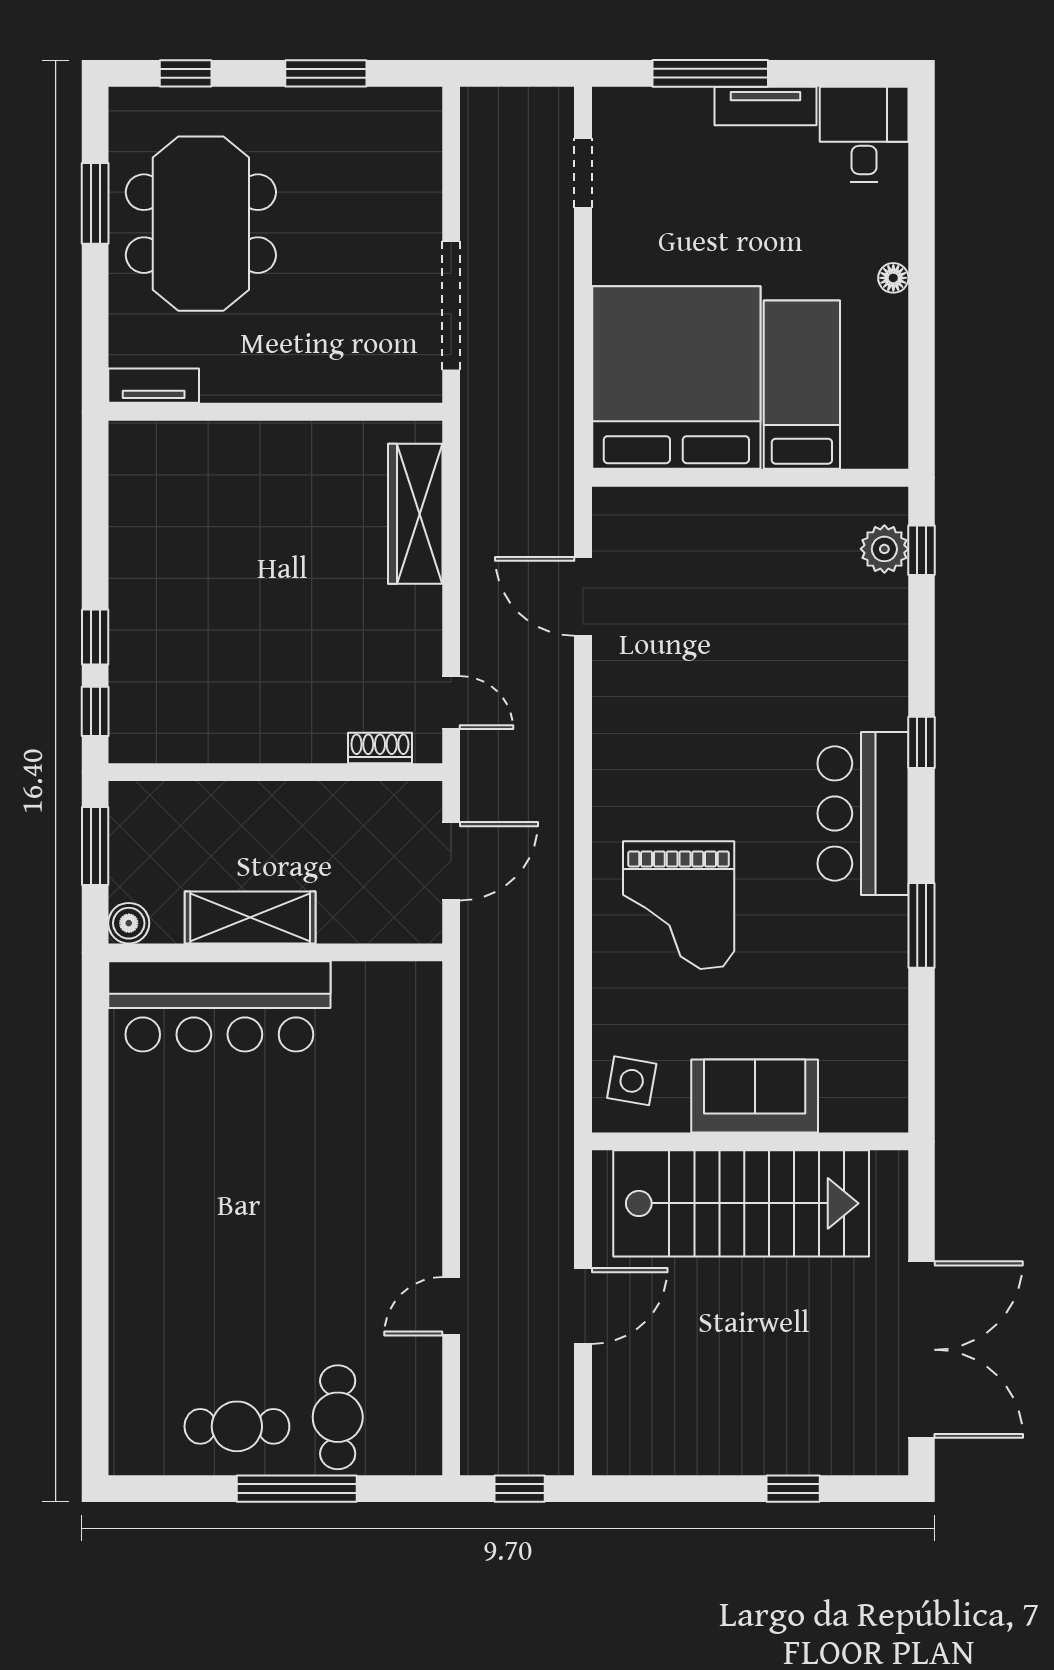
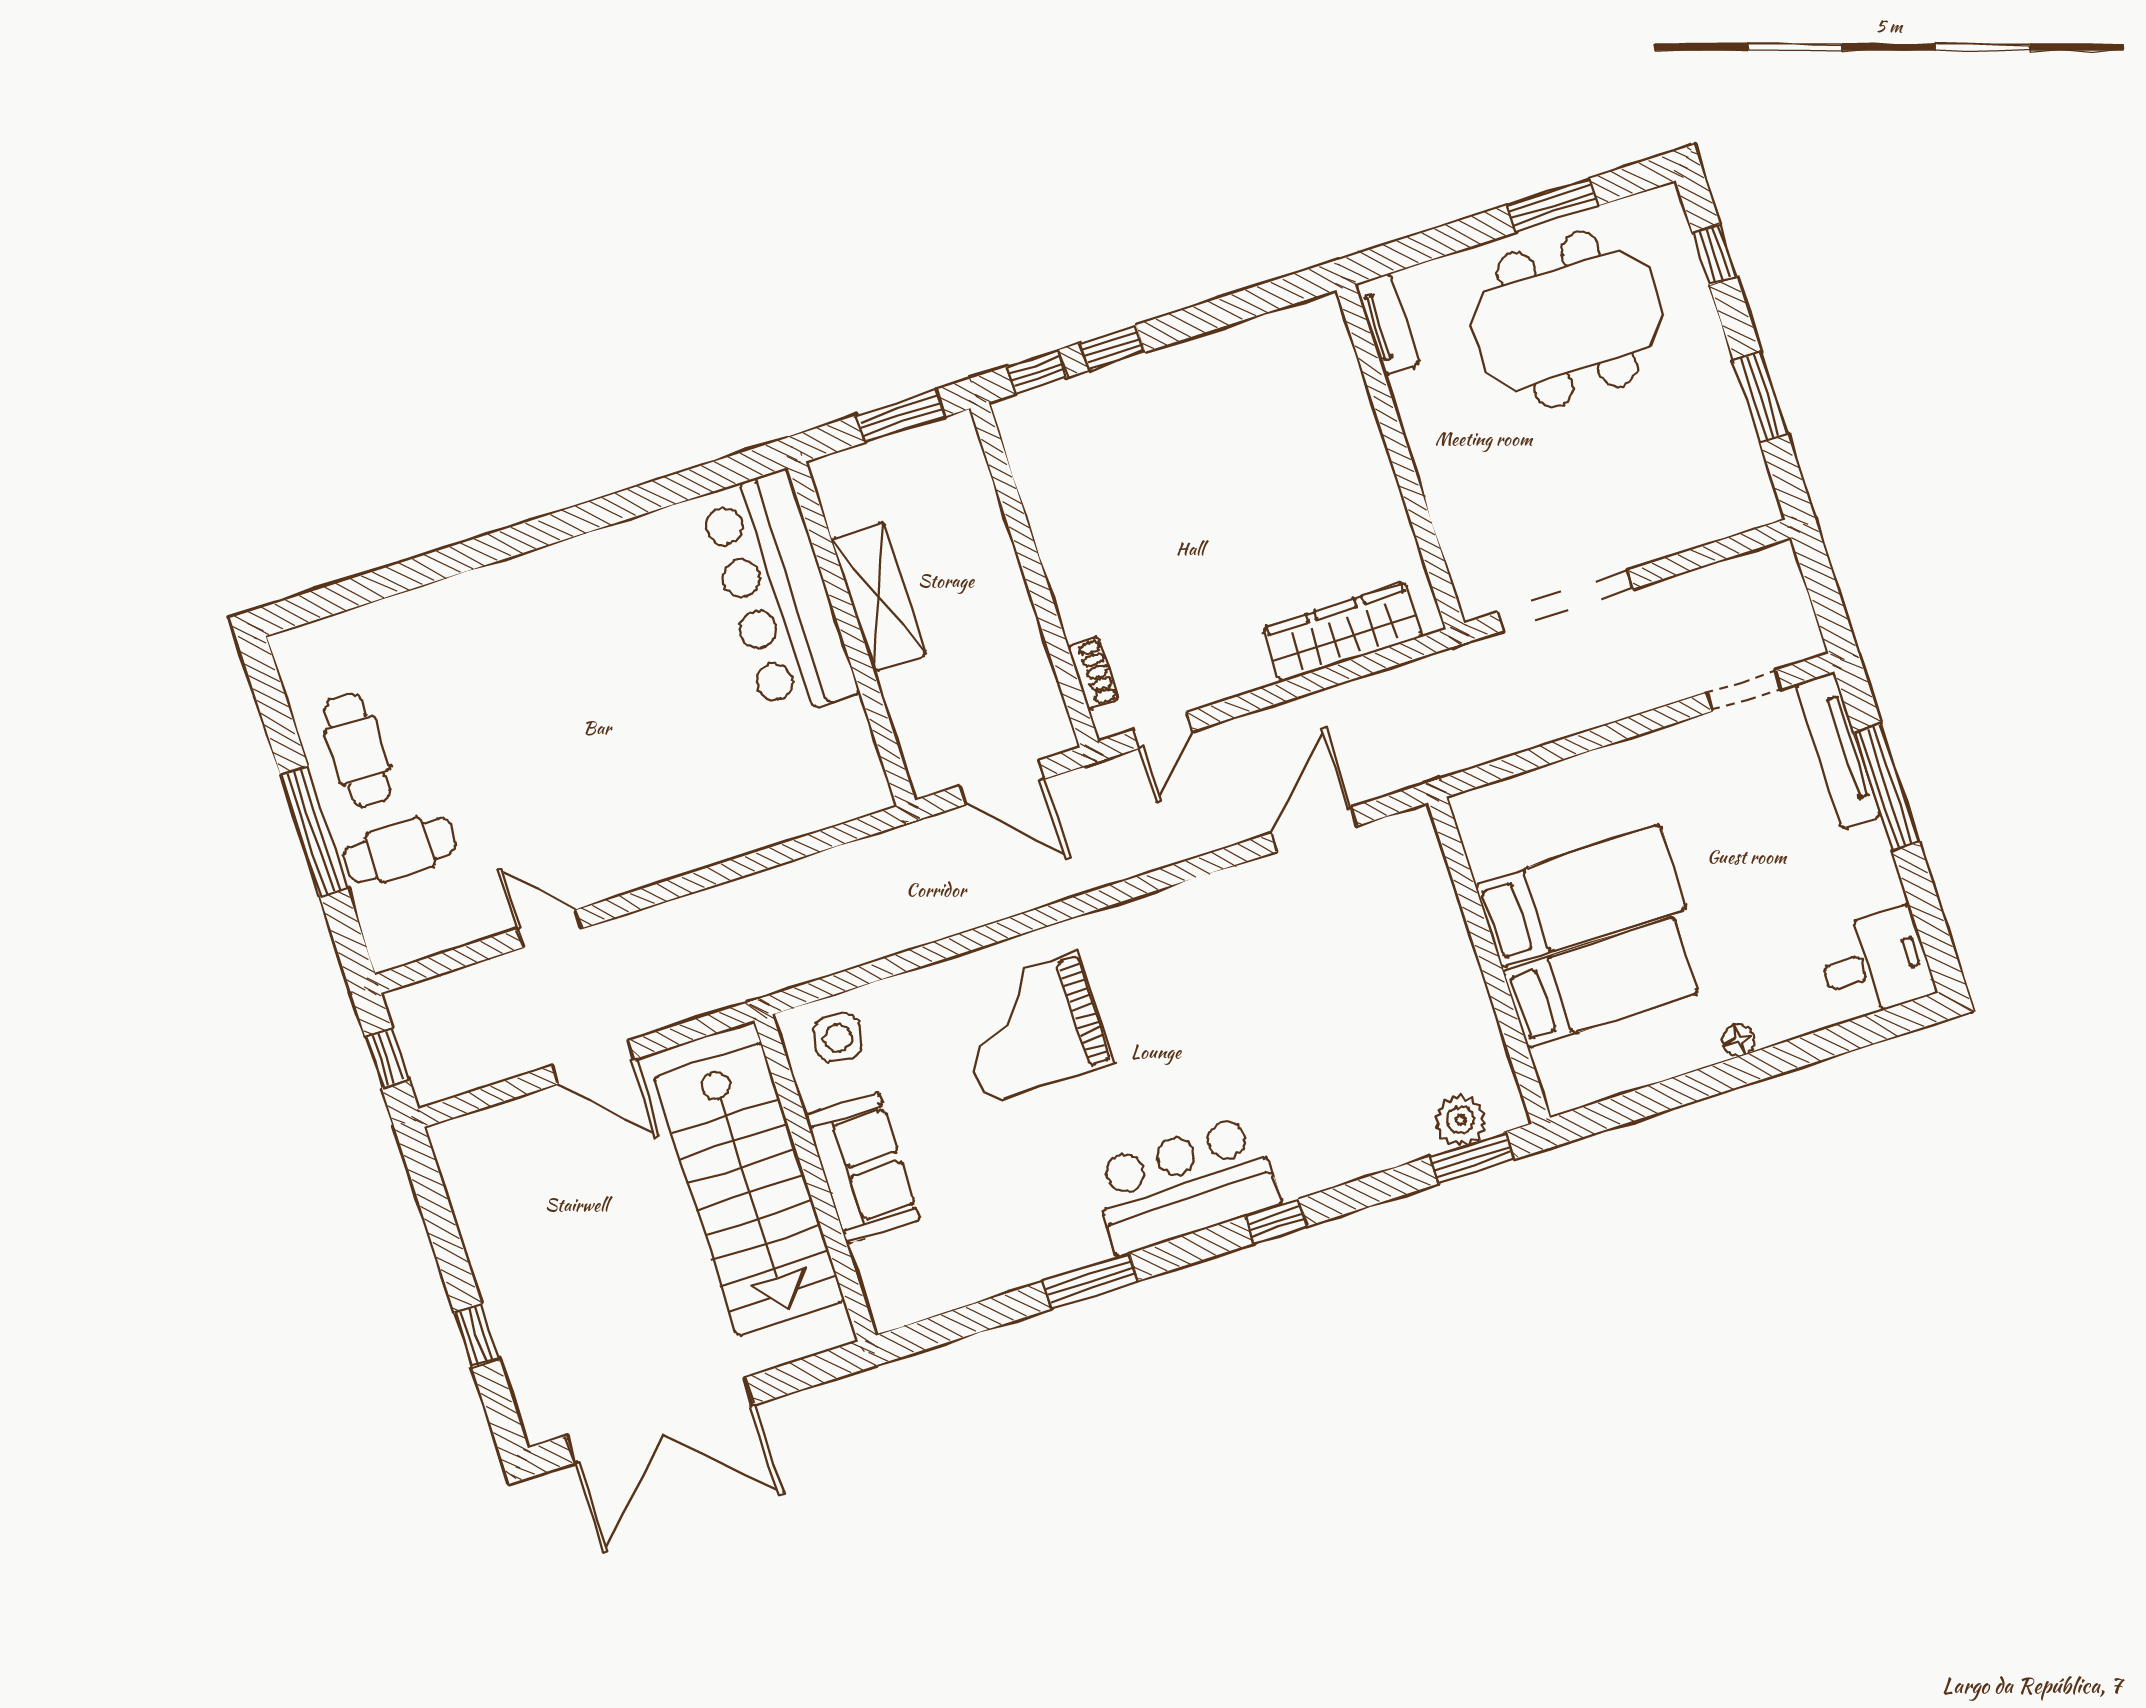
tv unit: (766, 106) -> (1838, 750), moved, width x1.41
bed: (676, 378) -> (1581, 896), width x0.49
window: (921, 550) -> (1472, 1158), width x1.50
boiler: (129, 923) -> (833, 475), removed

